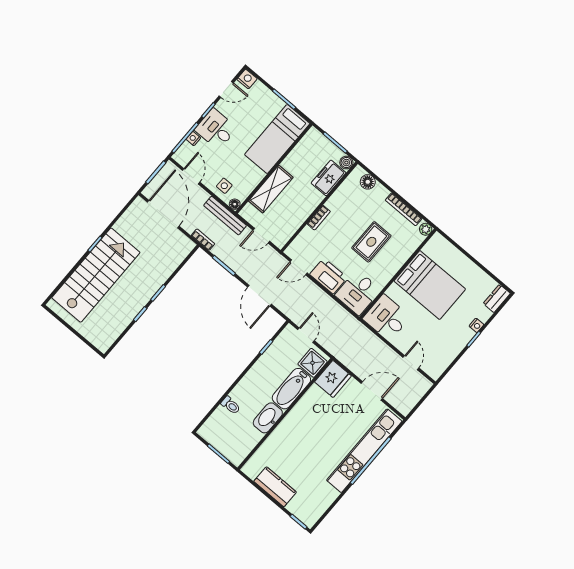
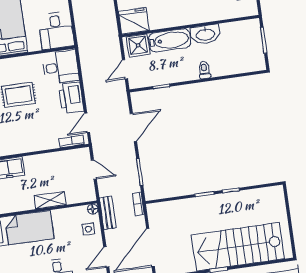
shelving: (271, 189) -> (50, 200), width x0.67, depth x0.75
bench: (225, 216) -> (108, 213), width x0.73
bookcase: (319, 218) -> (72, 141), moved
door: (299, 267) -> (87, 123), swing flipped
toilet: (231, 405) -> (204, 70), moved

